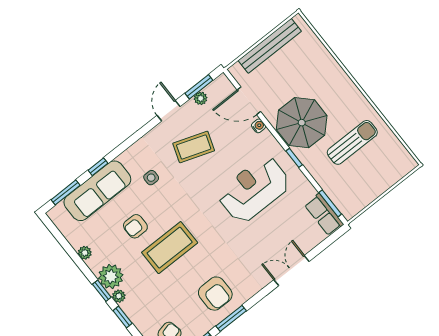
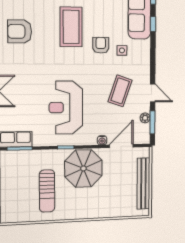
reception desk: (254, 189) -> (66, 107), turned 180
armchair: (135, 226) -> (101, 45), moved

